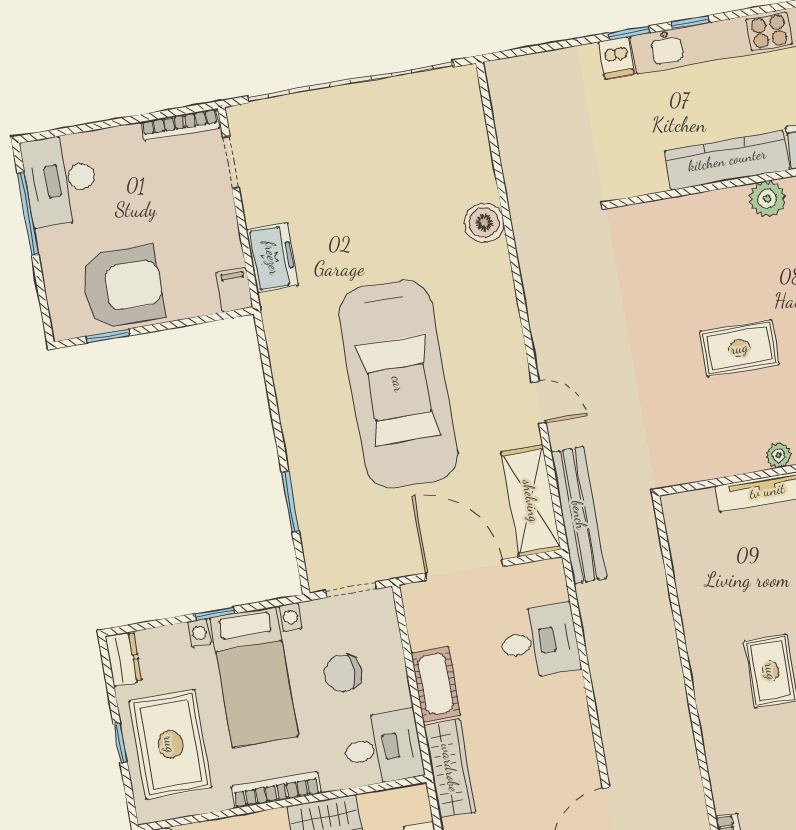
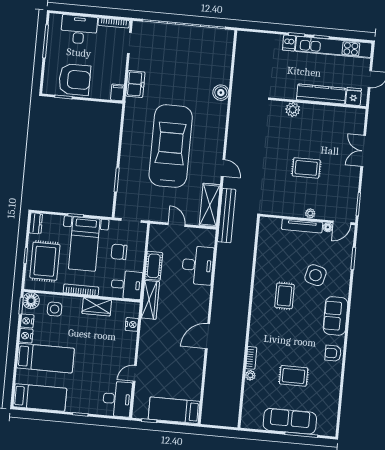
desk: (60, 180) -> (79, 30), moved, turned 90
plant: (767, 199) -> (293, 110), moved
car: (398, 384) -> (171, 146), turned 180
door: (464, 570) -> (177, 225), width x0.53
desk: (539, 641) -> (198, 265), width x1.37

